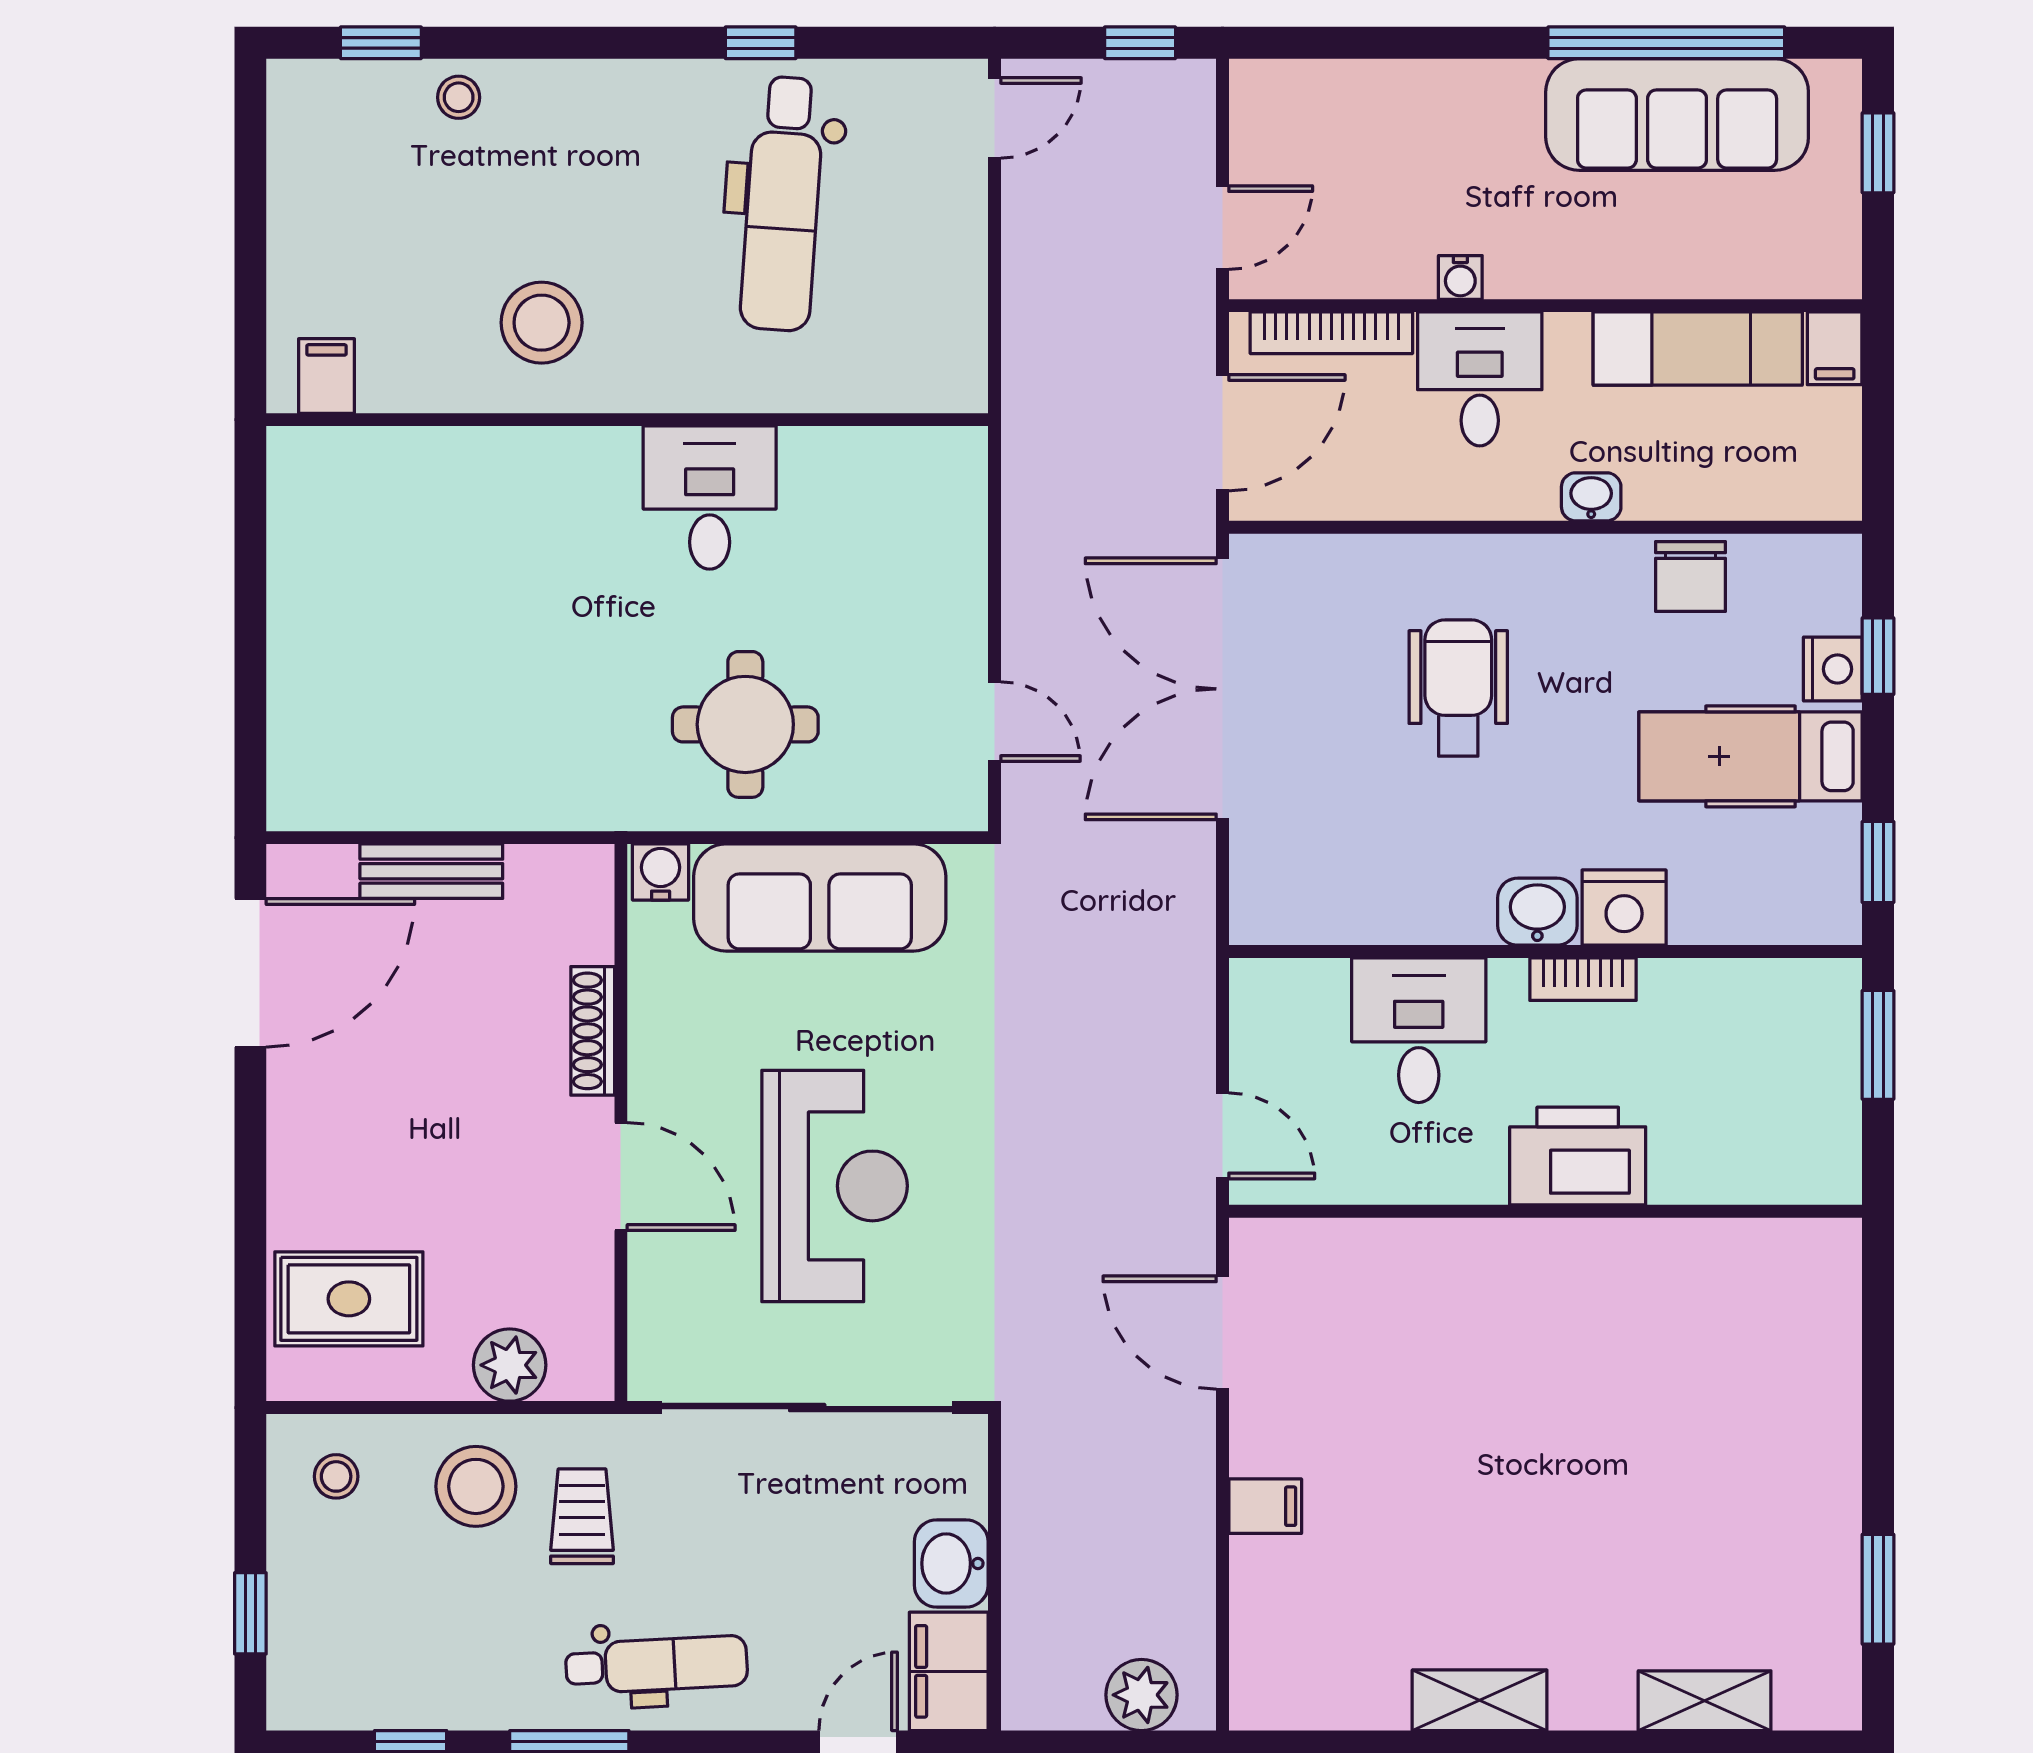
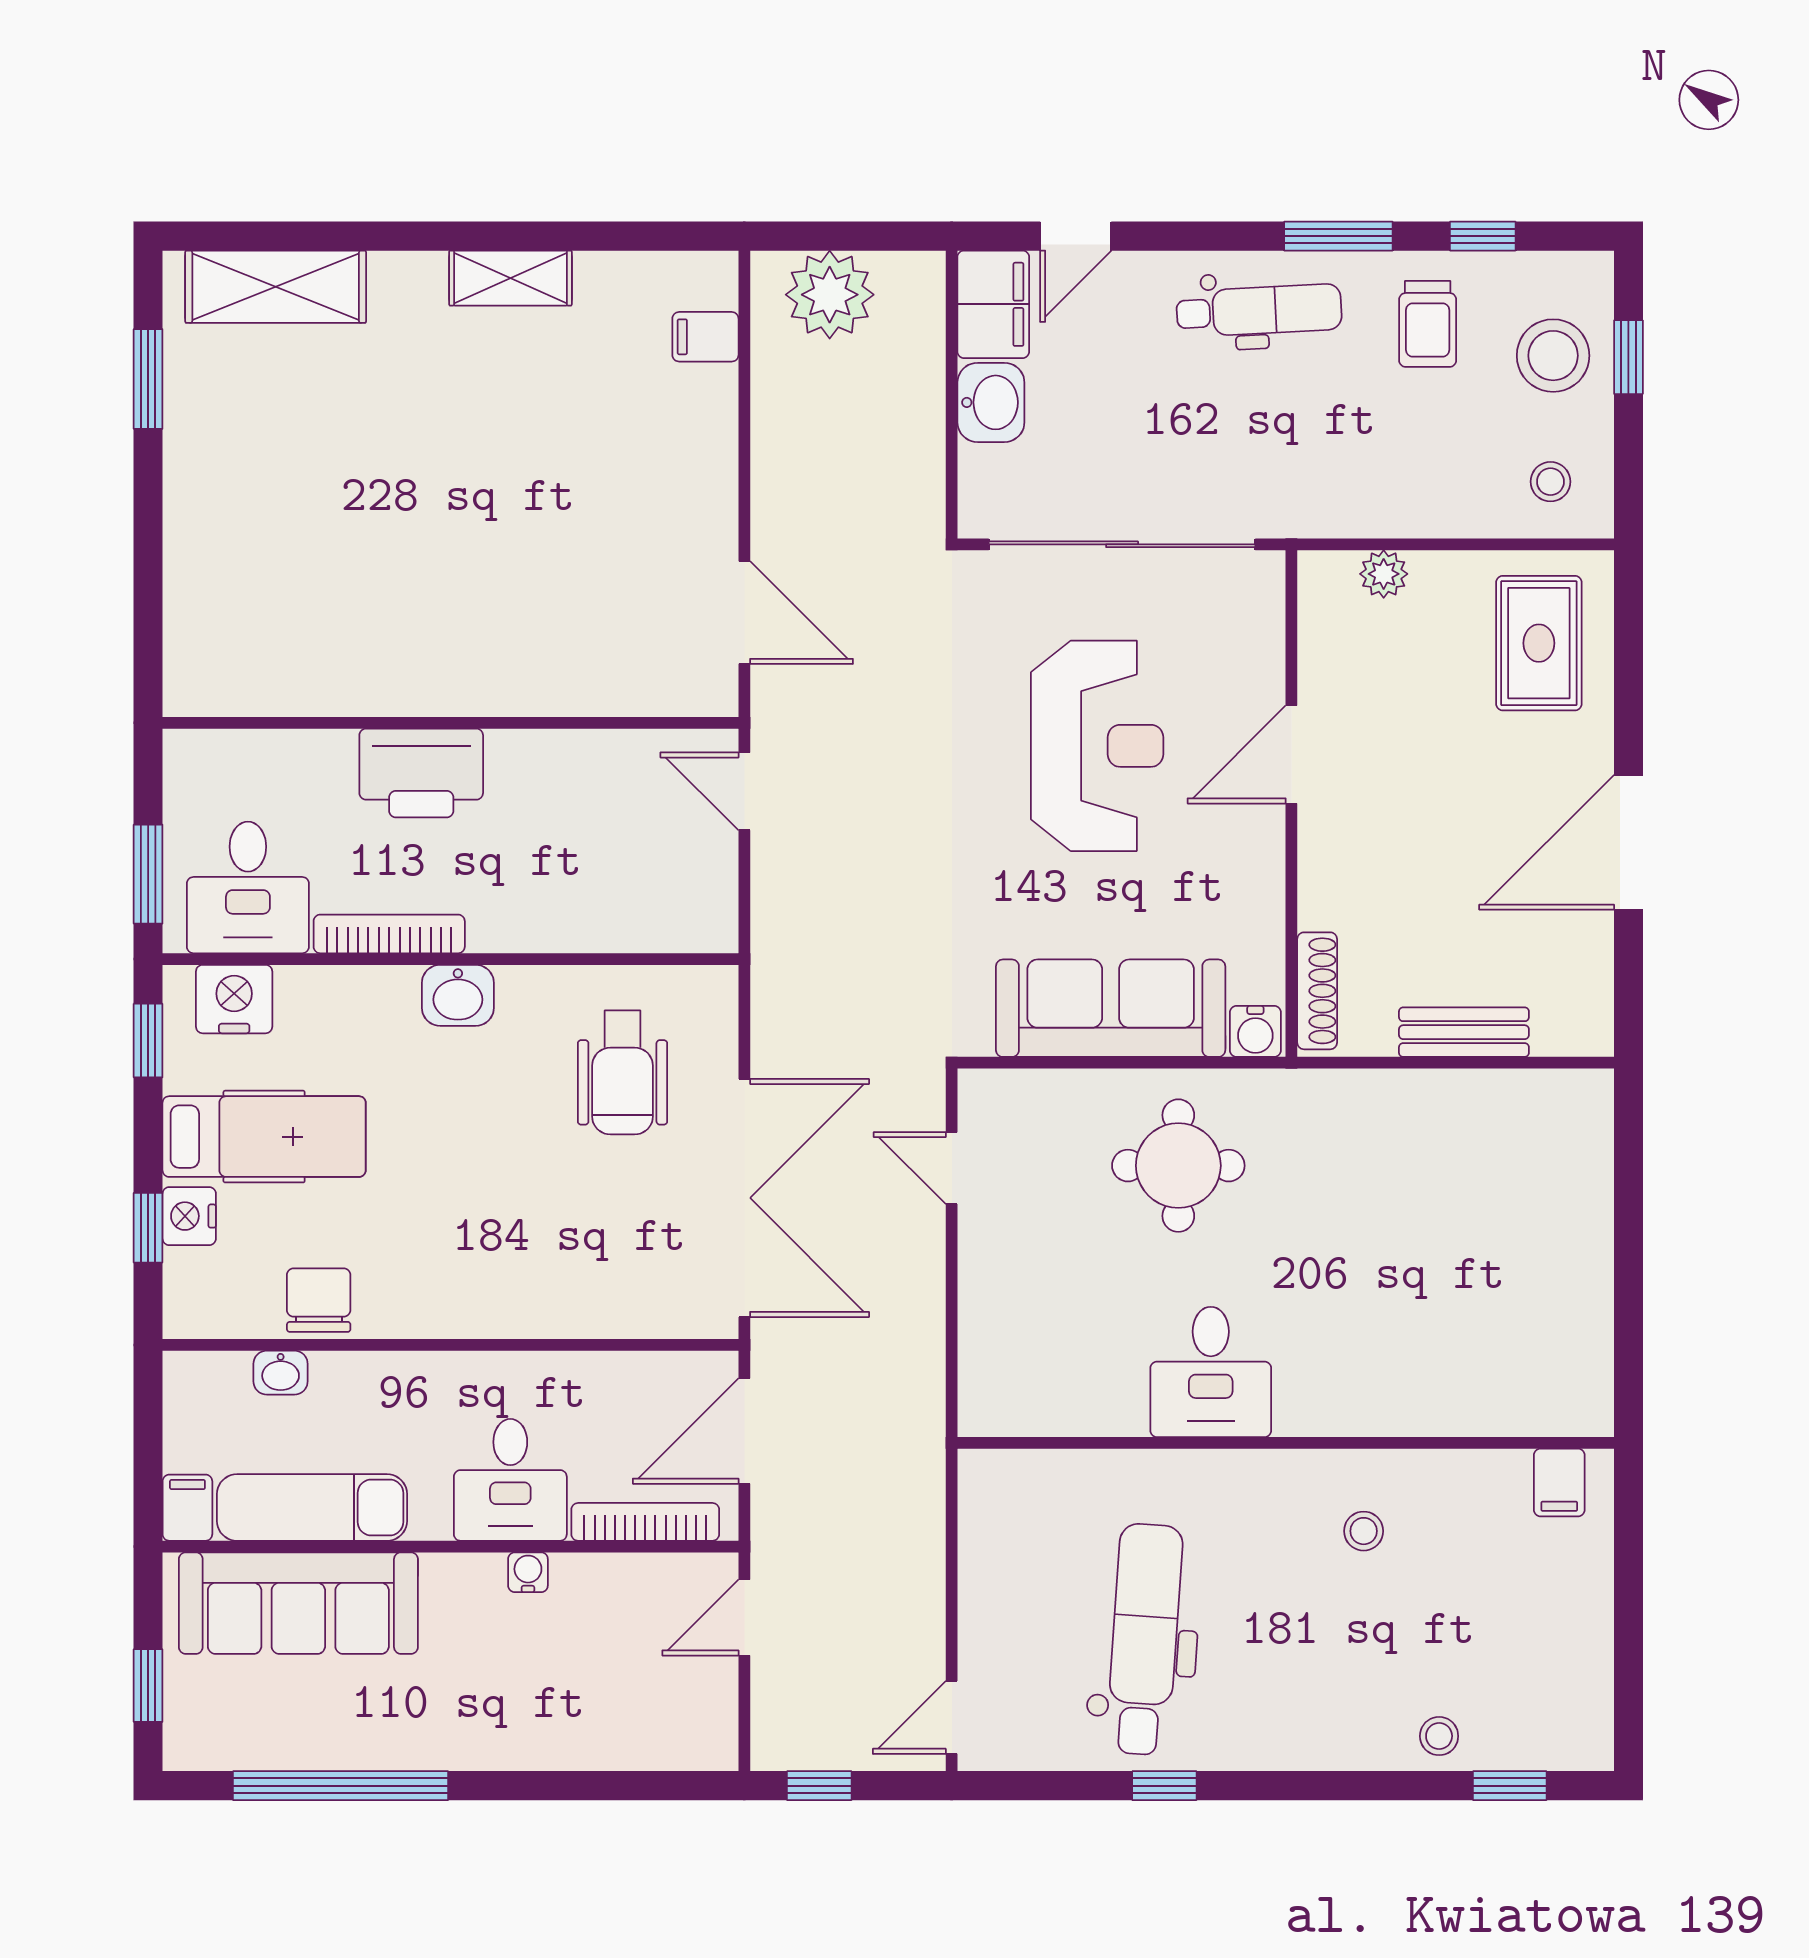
sofa: (1677, 114) -> (298, 1603), moved, turned 180
stool: (542, 323) -> (1364, 1531), width x0.53, depth x0.53
washbasin: (1591, 497) -> (281, 1373), moved
wheelchair: (1458, 688) -> (622, 1072), moved
nightstand: (1624, 908) -> (234, 999), moved
door: (250, 973) -> (1628, 842), moved
bookcase: (1583, 979) -> (389, 934), width x1.56
desk: (1419, 1030) -> (248, 887), moved
shoe rack: (593, 1031) -> (1317, 991), moved
door: (621, 1176) -> (1291, 754), hinge flipped
reception desk: (835, 1186) -> (1097, 746), turned 180
rug: (349, 1299) -> (1539, 643), turned 90
plant: (510, 1365) -> (1384, 574), width x0.73, depth x0.73
stool: (476, 1486) -> (1553, 356), moved
filing cabinet: (1265, 1506) -> (705, 337), moved
trolley: (582, 1516) -> (1428, 324), moved
dental chair: (656, 1665) -> (1259, 310), turned 180
plant: (1141, 1695) -> (830, 295), width x1.36, depth x1.36
shelving: (1705, 1701) -> (276, 287), width x1.50, depth x1.33

